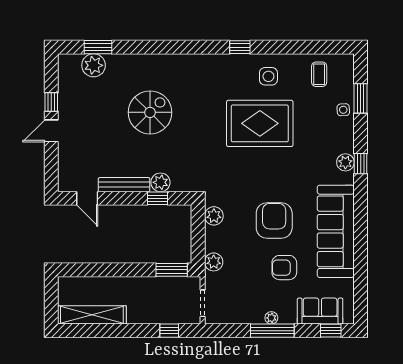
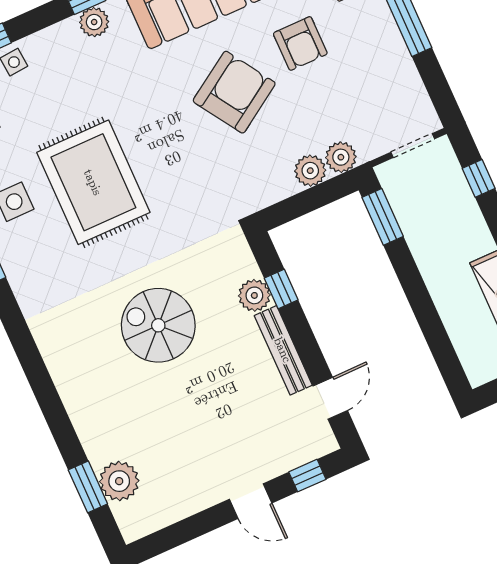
window: (51, 102) -> (307, 476), moved
spiral stairs: (150, 112) -> (158, 325), moved
plant: (214, 216) -> (310, 171), moved
armchair: (274, 220) -> (234, 92), turned 147
plant: (271, 318) -> (387, 29), removed

